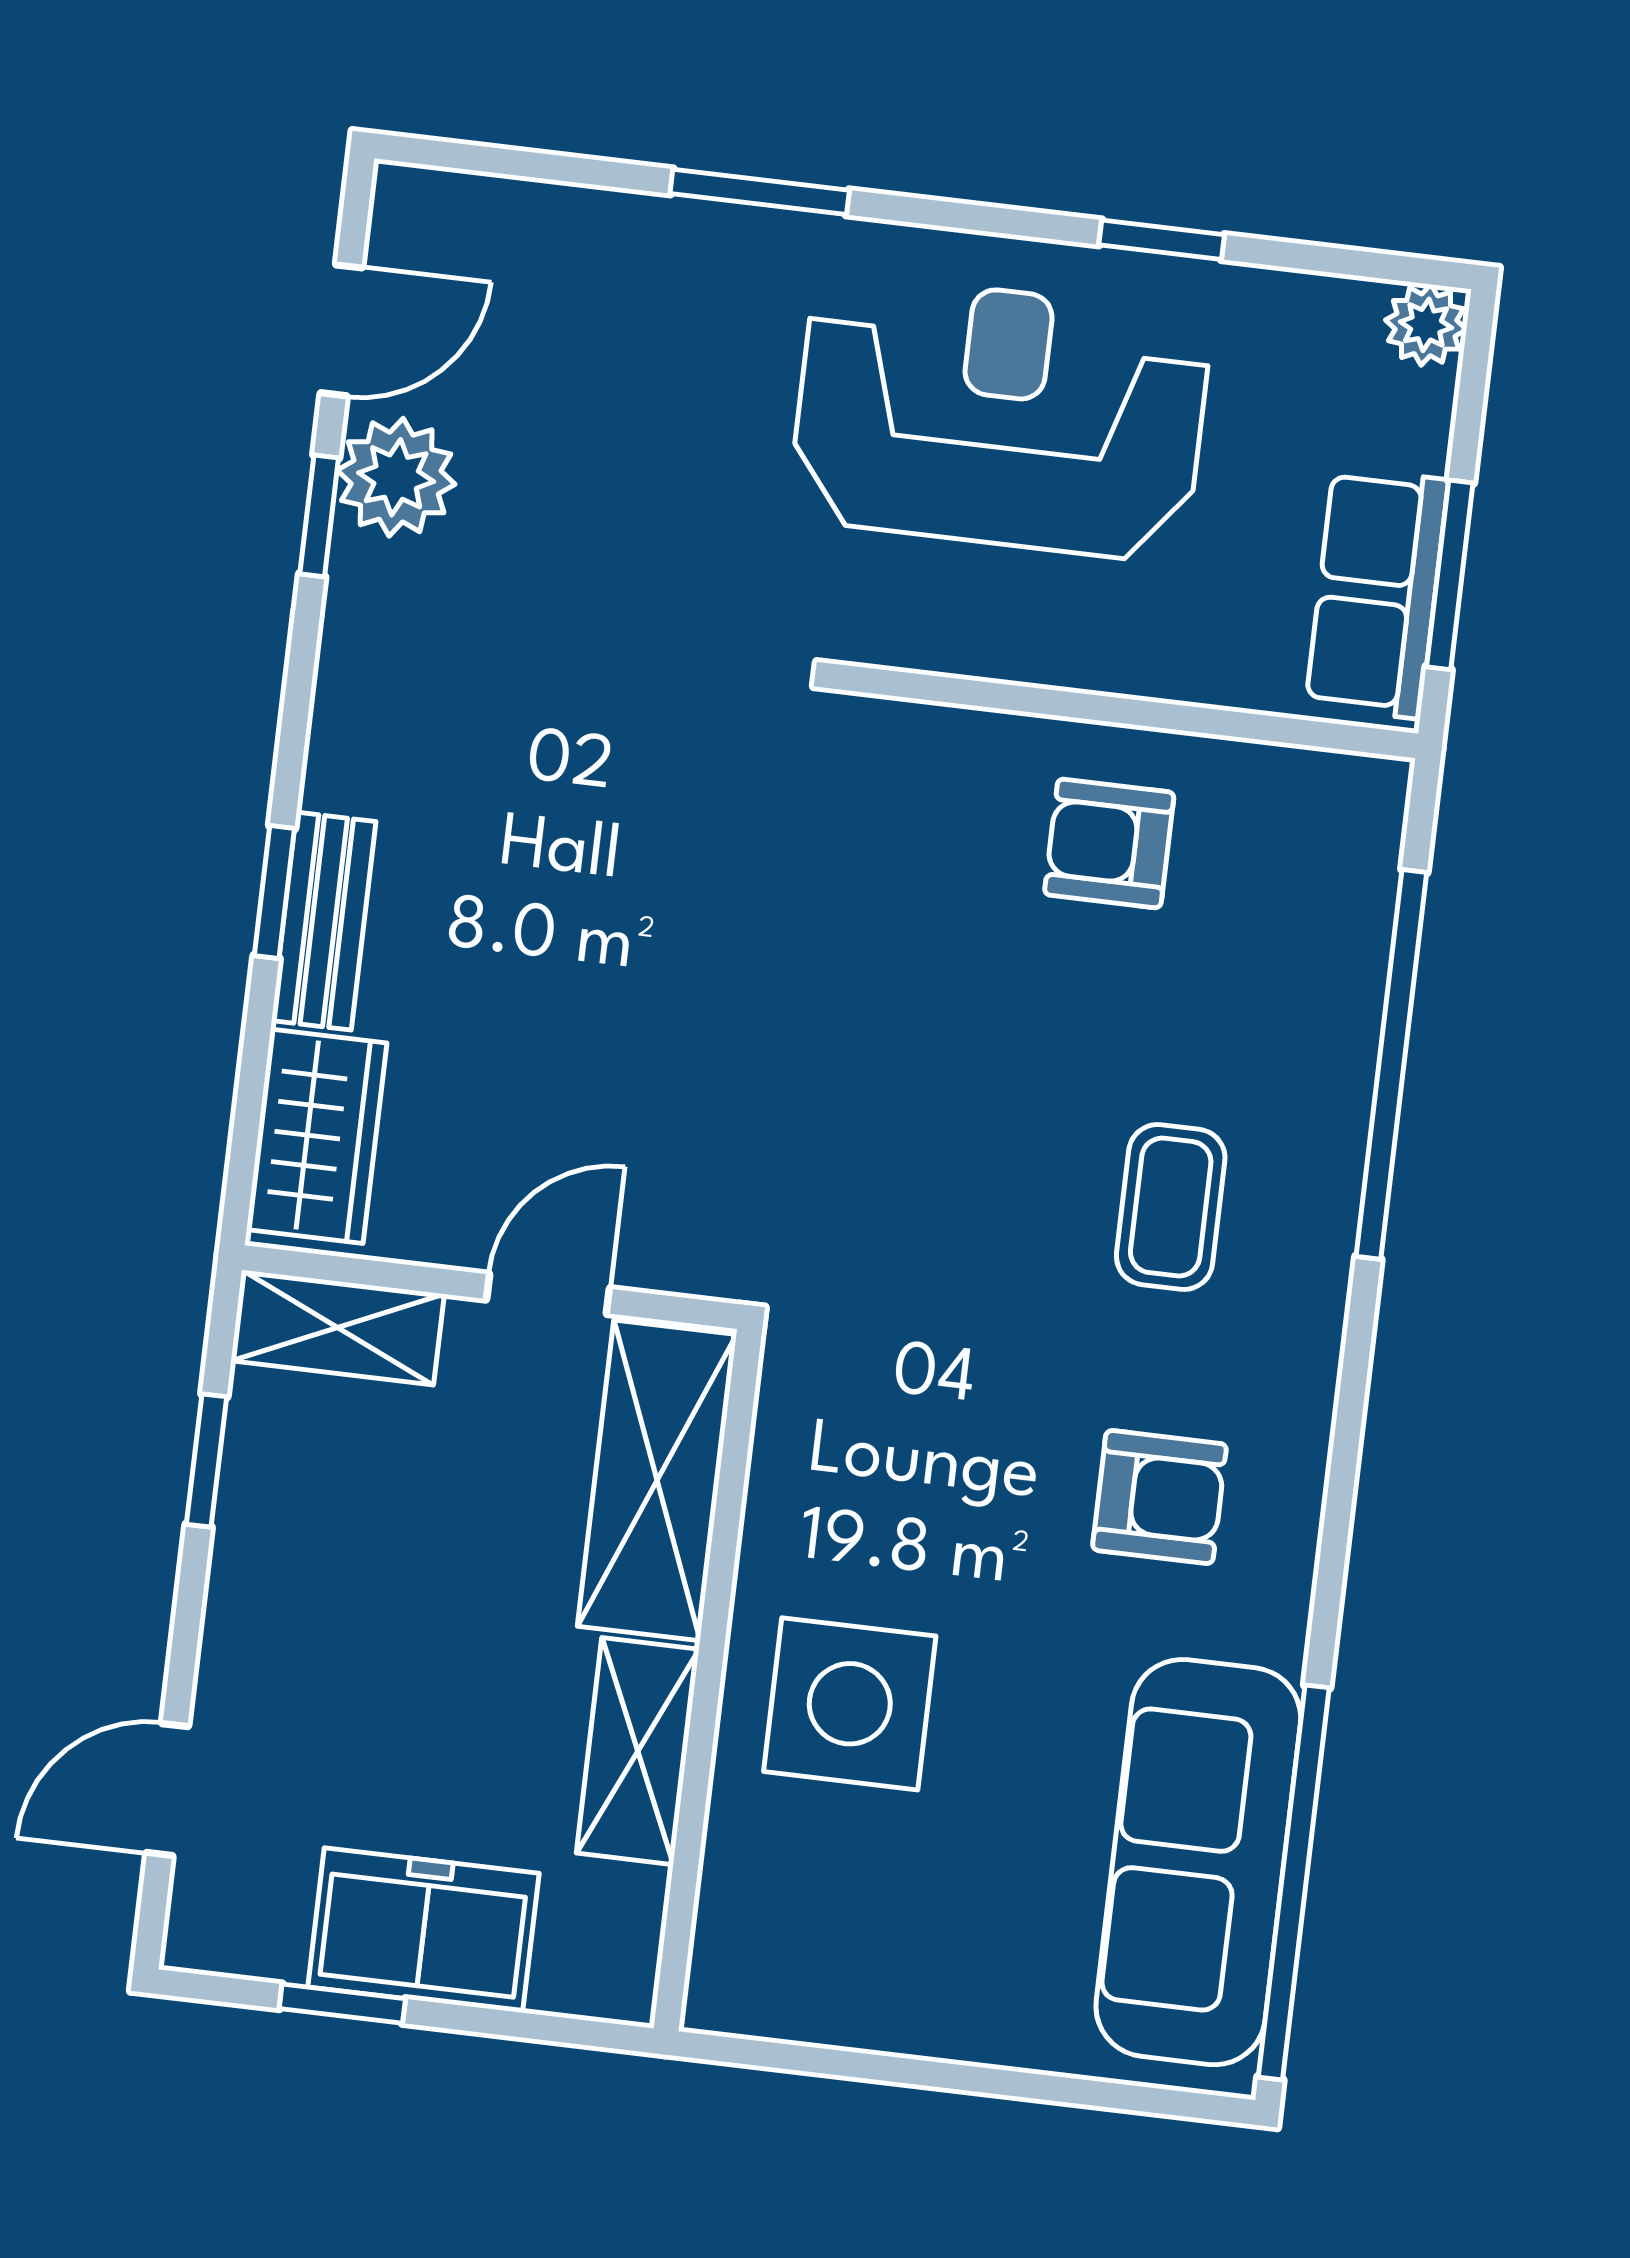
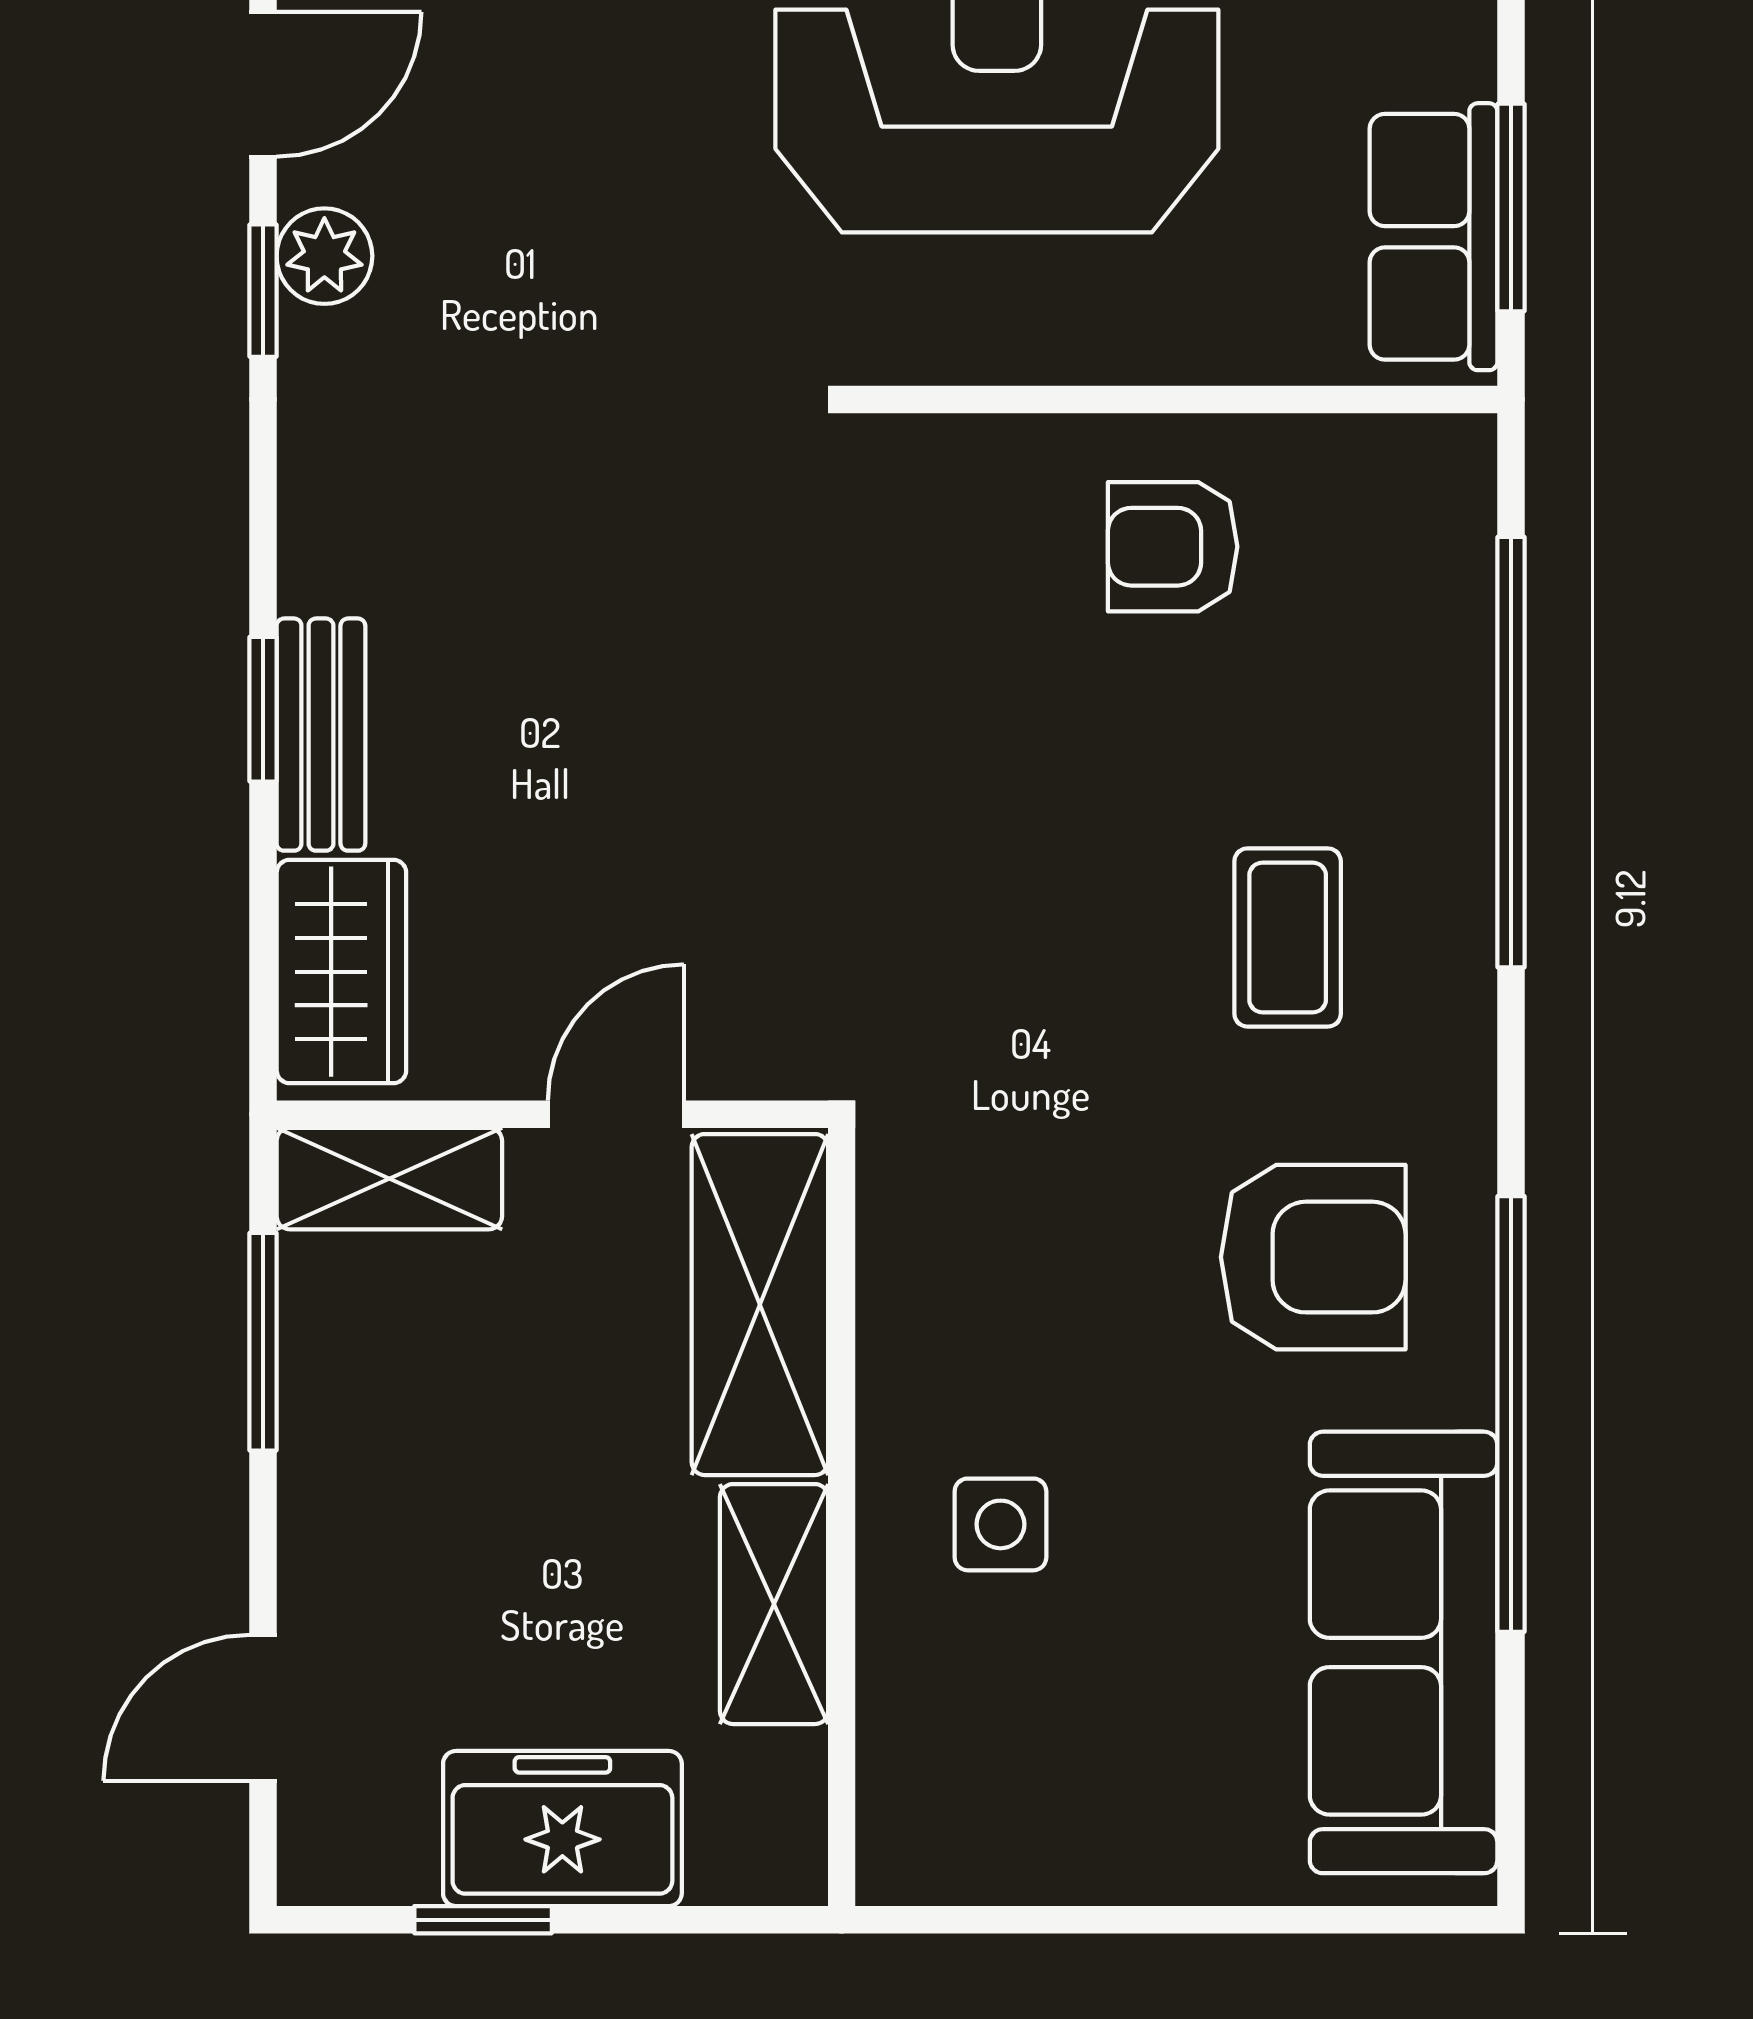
plant: (396, 477) -> (324, 256), width x0.73, depth x0.73
window: (207, 1460) -> (263, 1342), width x1.50
armchair: (1159, 1497) -> (1313, 1257), width x1.38, depth x1.38
side table: (850, 1704) -> (1000, 1524), width x0.54, depth x0.54
window: (1294, 1882) -> (1511, 1414), moved

